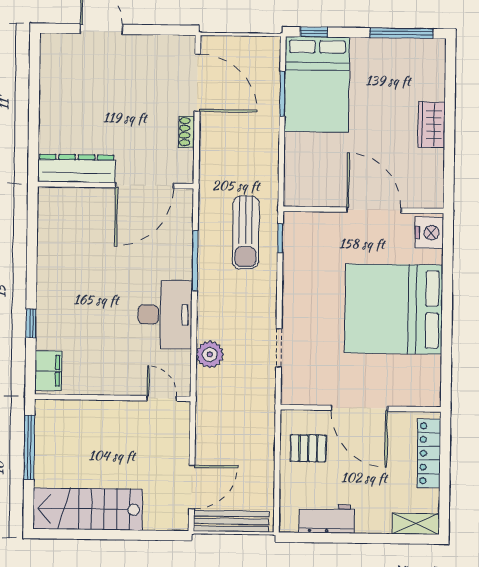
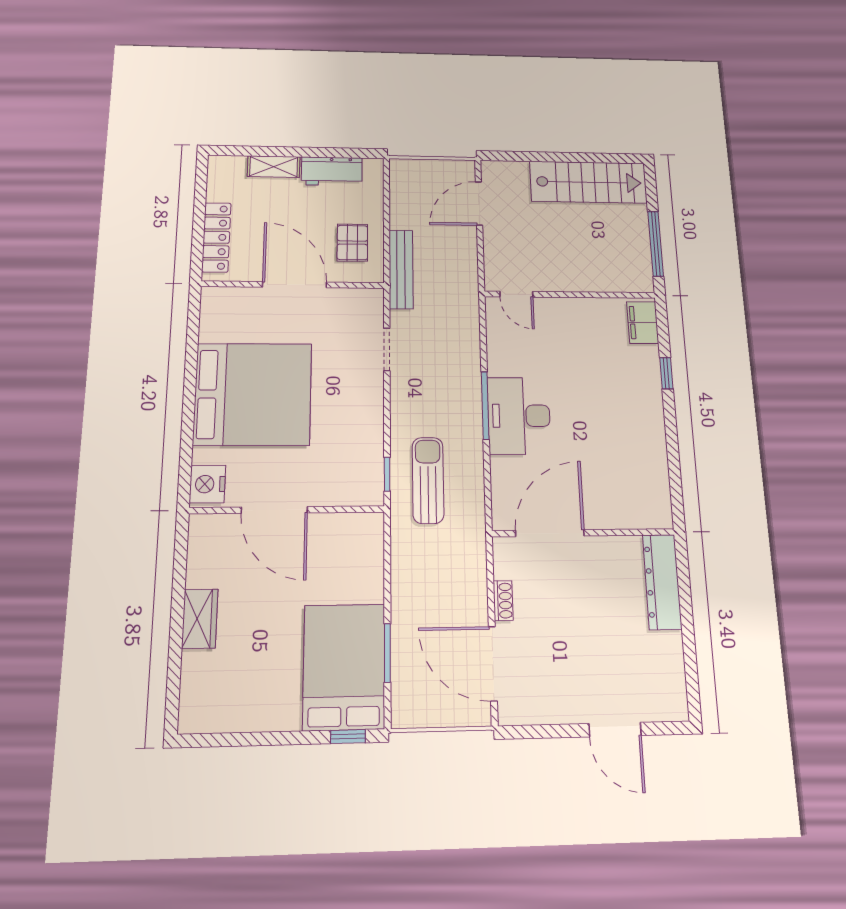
window: (401, 33) -> (235, 739), removed
dresser: (77, 168) -> (662, 582), moved, turned 90
window: (195, 261) -> (485, 405), moved
desk: (165, 315) -> (519, 416), moved
plant: (210, 354) -> (465, 341), removed
pallet: (308, 448) -> (352, 243), turned 90
bench: (231, 521) -> (401, 269), moved, turned 90
shelving: (416, 524) -> (274, 167), moved

